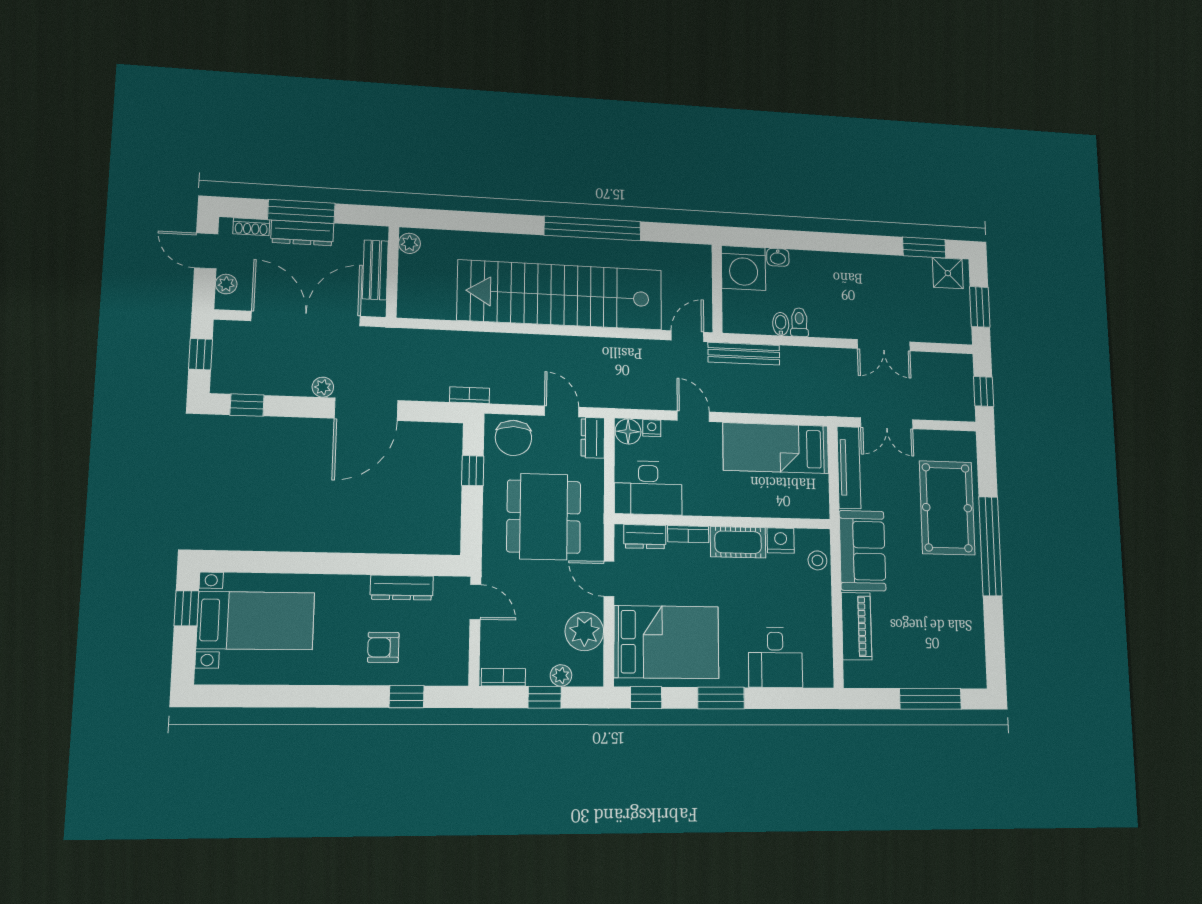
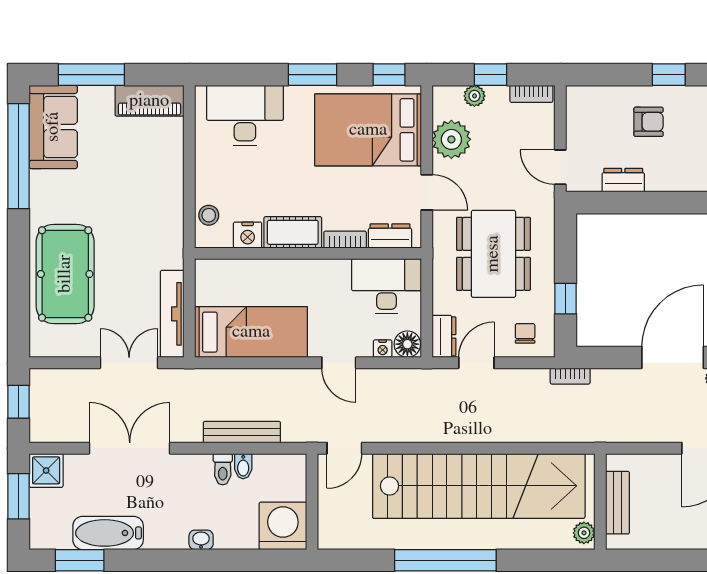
plant: (410, 243) -> (584, 533), moved
washbasin: (778, 257) -> (201, 540), moved
bench: (375, 270) -> (618, 503), moved
bathtub: (900, 270) -> (108, 533), added
wall: (392, 272) -> (600, 502), moved
shower: (948, 273) -> (46, 470), moved
double door: (884, 345) -> (130, 448), width x1.37
bench: (744, 354) -> (242, 432), moved
door: (562, 411) -> (476, 363), swing flipped
chair: (513, 438) -> (525, 333), width x0.54, depth x0.54
window: (990, 546) -> (19, 156), moved
sofa: (862, 551) -> (53, 127), moved, turned 180
dresser: (402, 588) -> (623, 180), width x0.70
piano: (857, 626) -> (149, 101), moved, turned -90
desk: (775, 657) -> (245, 115), width x1.37
window: (407, 697) -> (669, 75), moved

